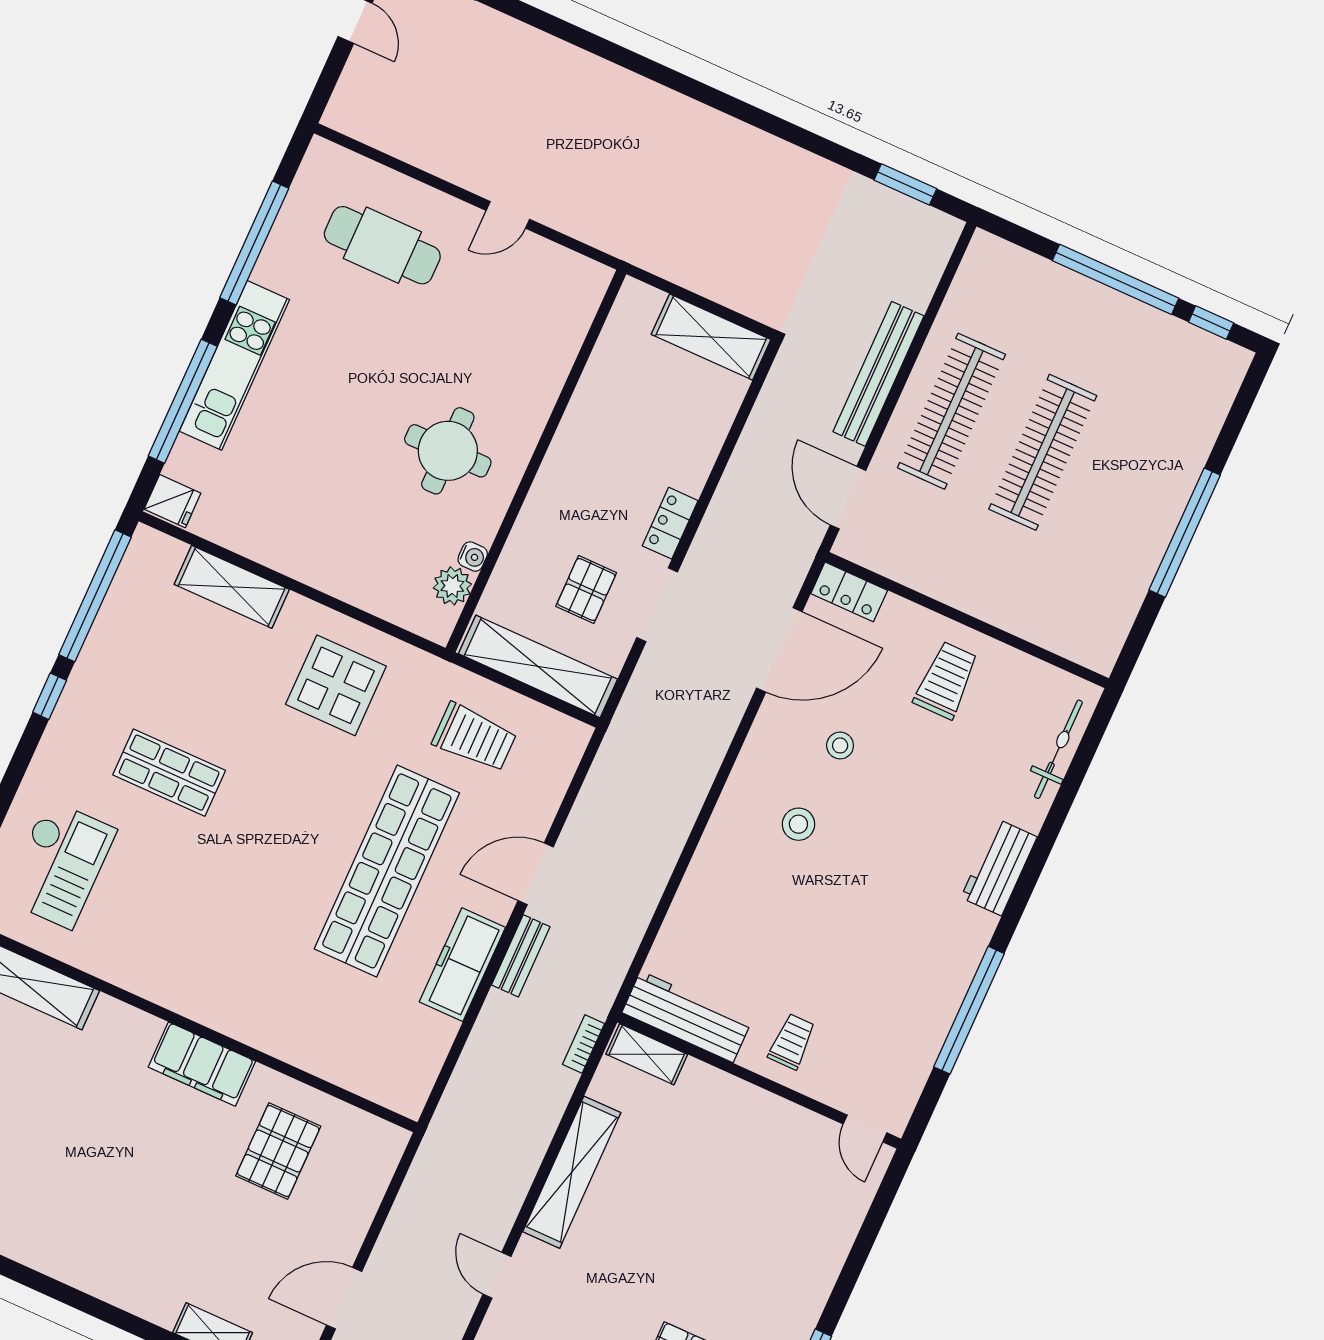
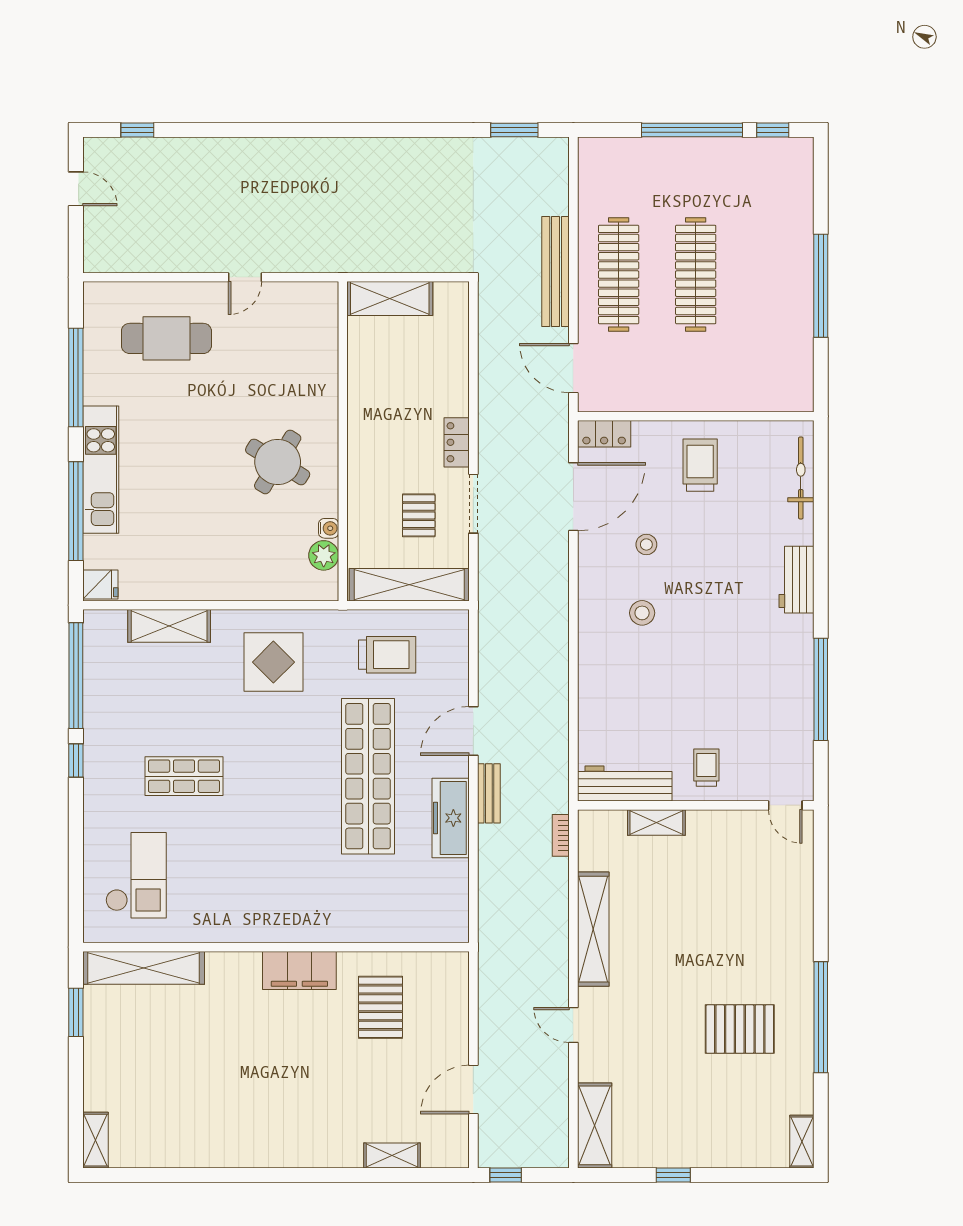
shelving: (711, 337) -> (390, 299), moved
round table: (448, 451) -> (278, 462), turned 31
shelving: (647, 1054) -> (656, 822), moved

